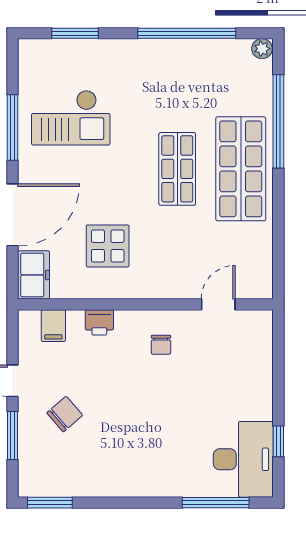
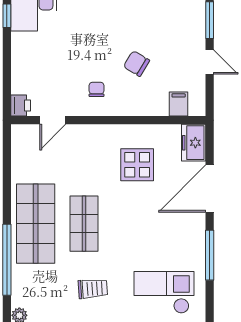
trolley: (166, 84) -> (93, 289), added
checkout: (71, 118) -> (164, 292), moved
printer: (99, 322) -> (21, 106), moved, turned 90
chair: (65, 414) -> (136, 64), moved, turned 72

